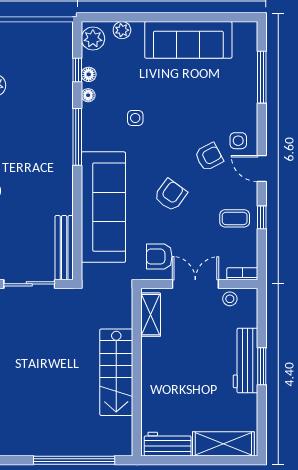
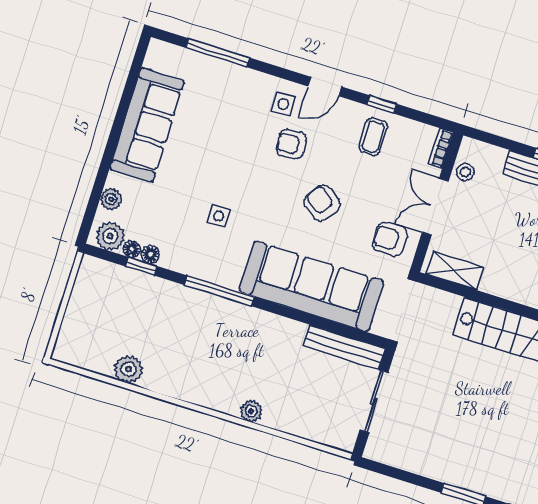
floor lamp: (88, 95) -> (132, 249), moved
armchair: (209, 157) -> (291, 144), turned -69
armchair: (159, 257) -> (390, 239), turned 90

